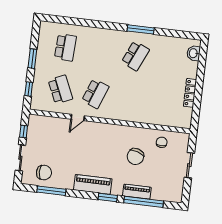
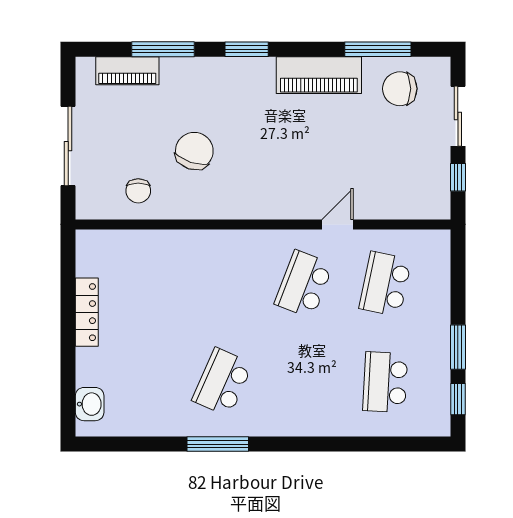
window: (29, 89) -> (458, 399), moved
school desk: (60, 89) -> (385, 284), turned 36
sliding door: (189, 165) -> (68, 146), width x1.37
piano: (93, 184) -> (319, 75), moved
piano: (137, 192) -> (127, 71), moved
window: (144, 202) -> (163, 49), width x0.68

